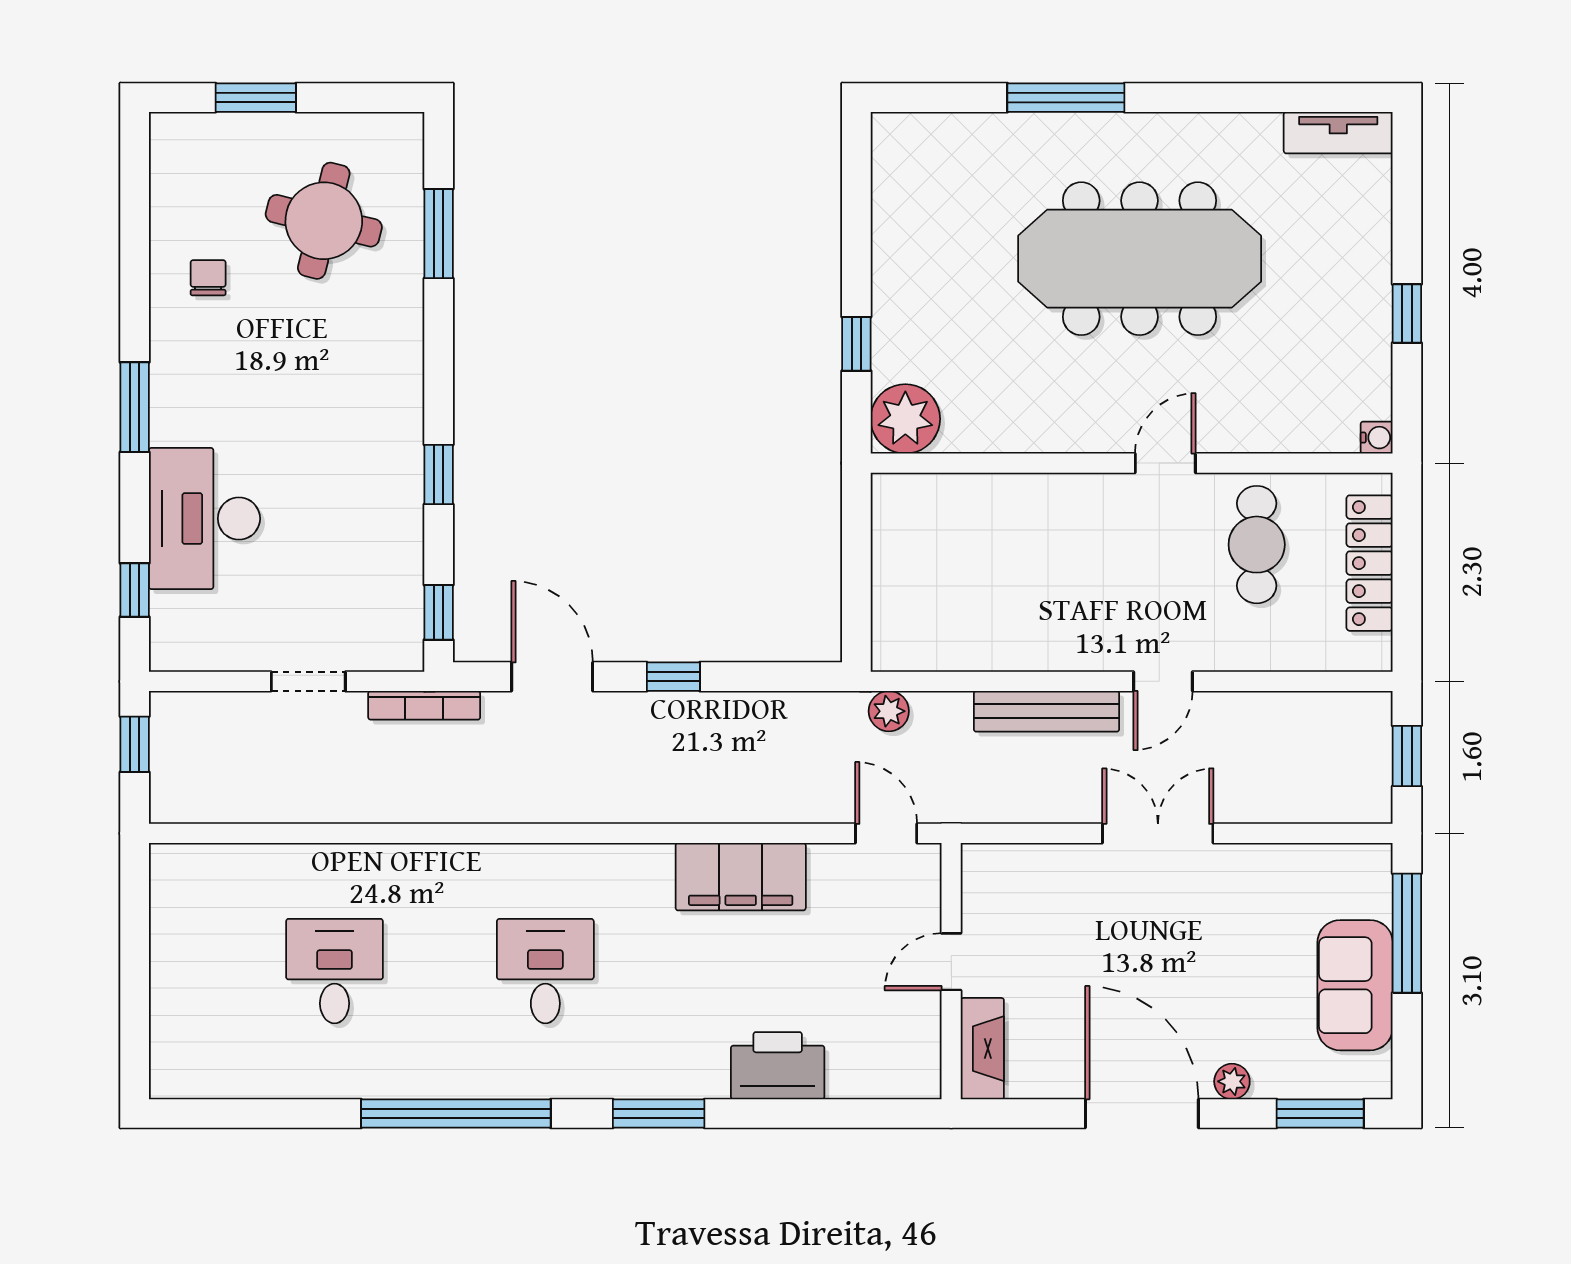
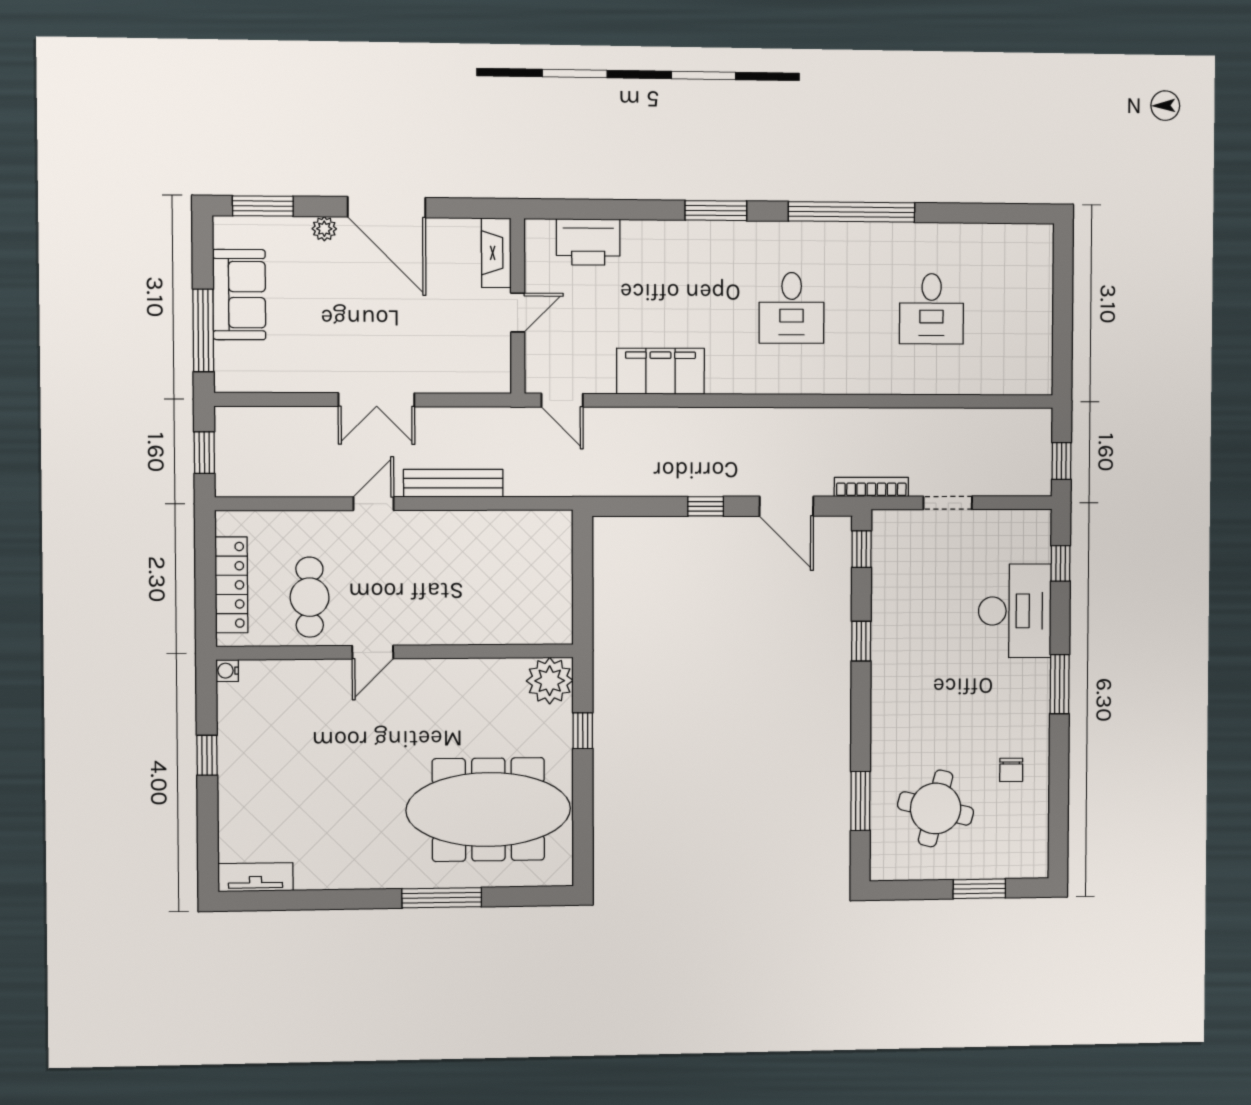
meeting table: (1140, 259) -> (488, 810), moved
plant: (889, 711) -> (560, 483), removed
printer: (778, 1066) -> (588, 242), moved

